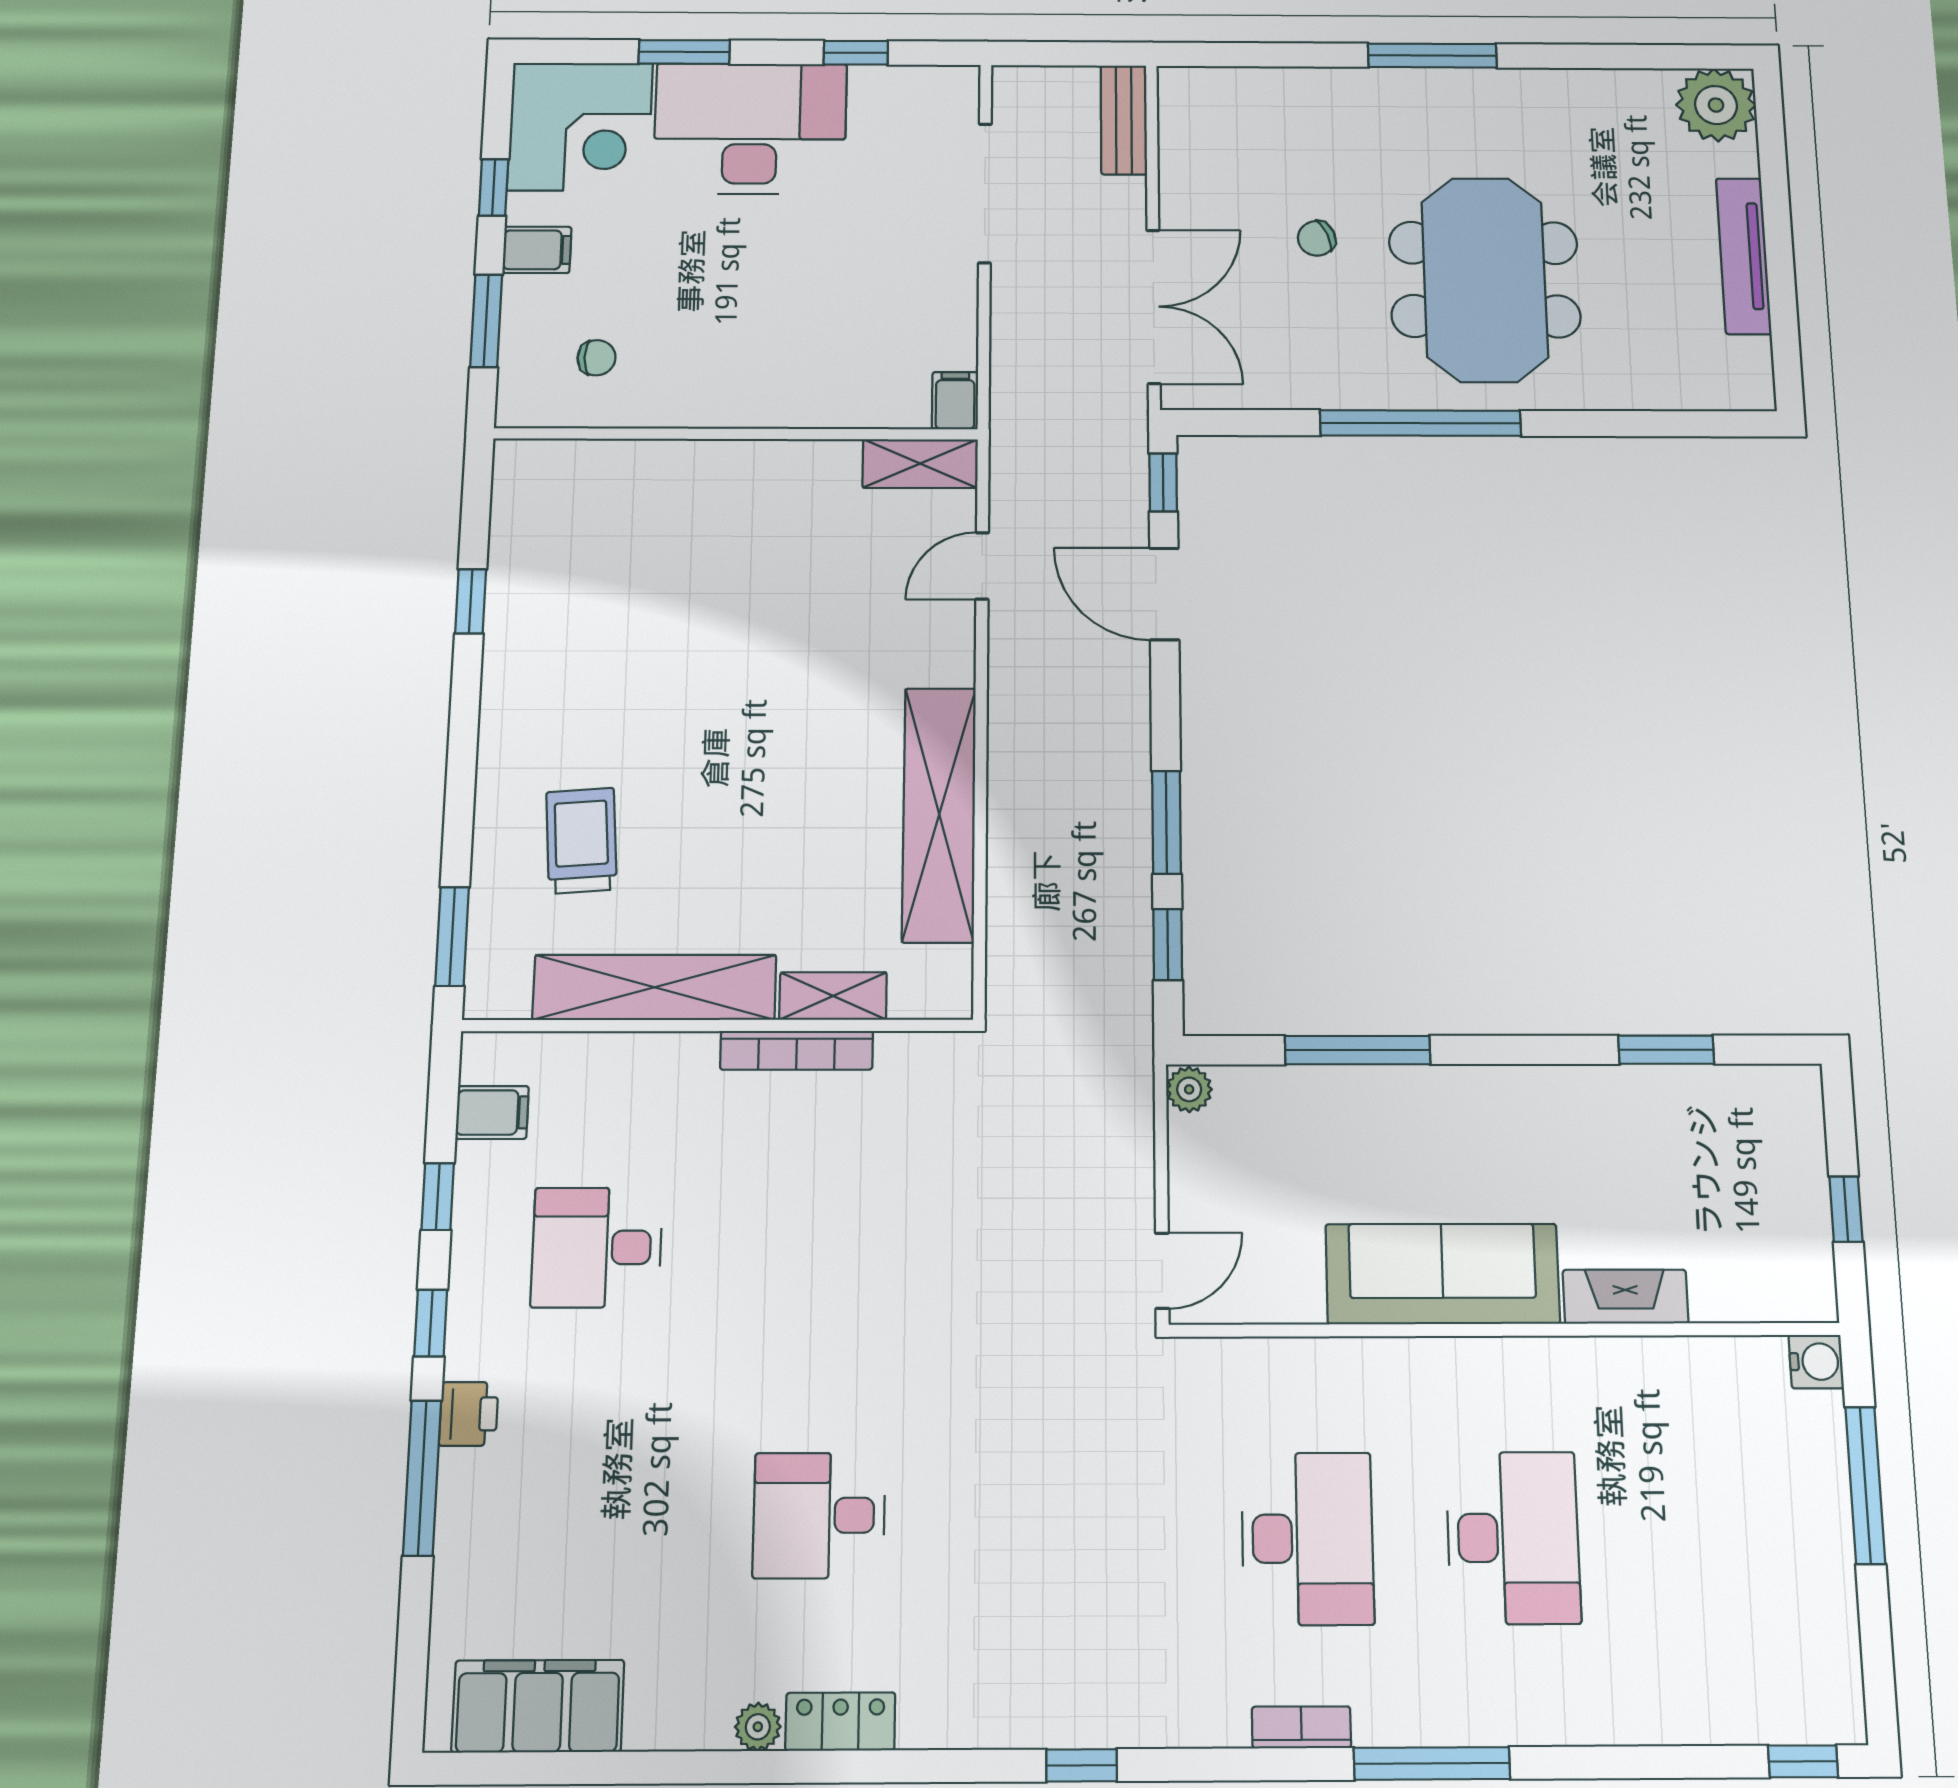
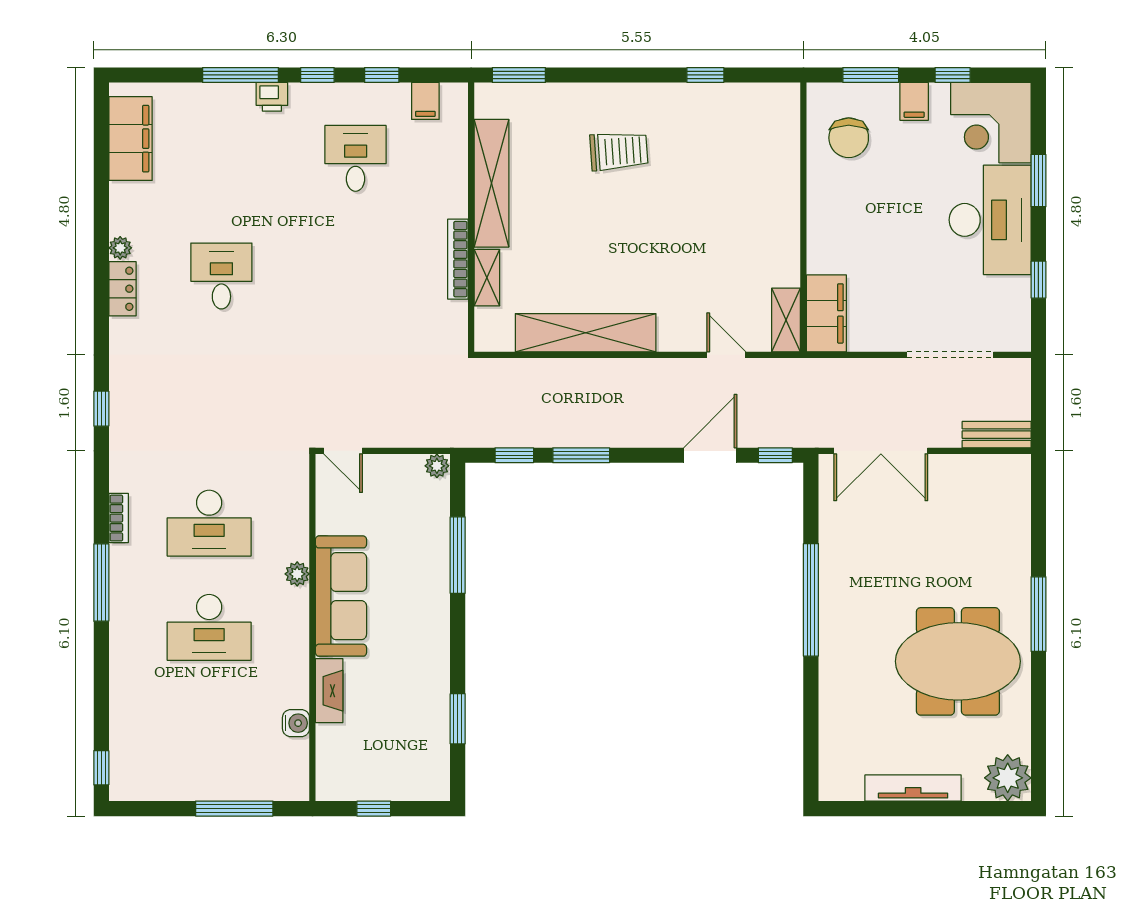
chair: (1317, 238) -> (923, 544), removed
meeting table: (1485, 279) -> (958, 661), moved
chair: (596, 358) -> (849, 138), width x1.87, depth x1.87
filing cabinet: (955, 401) -> (826, 313), width x3.00, depth x1.17
trolley: (581, 841) -> (619, 151), moved
plant: (1402, 1360) -> (297, 574), added
water cooler: (1816, 1362) -> (296, 723), moved, turned -90

